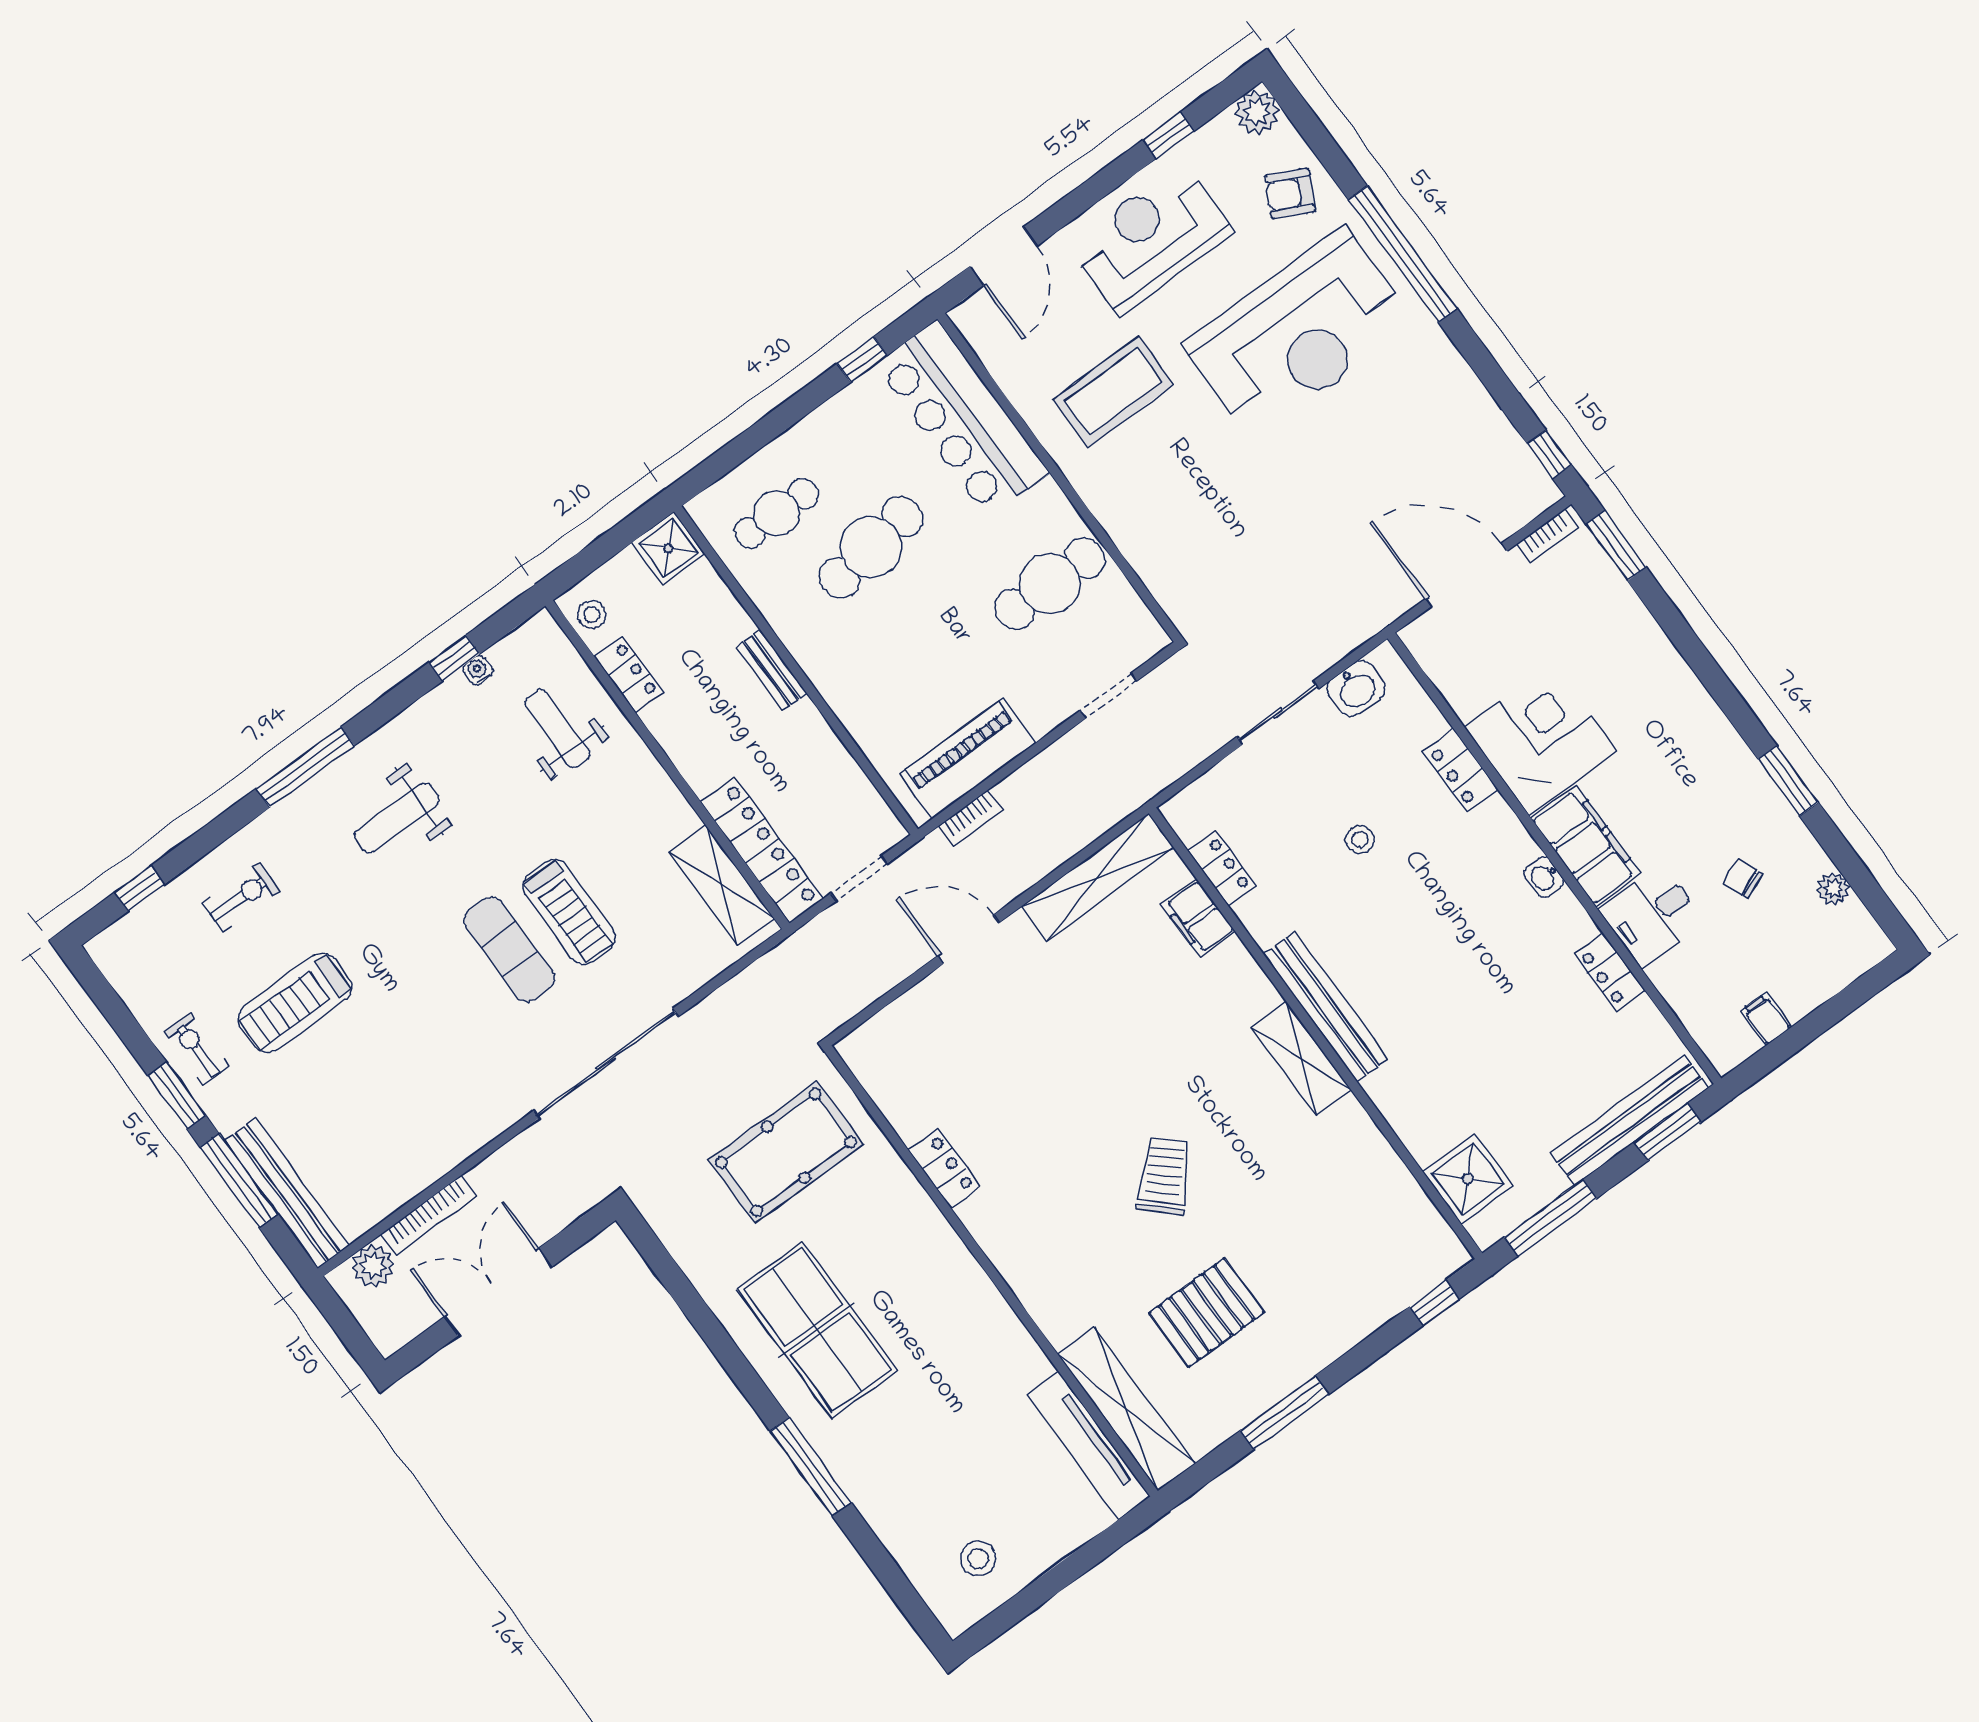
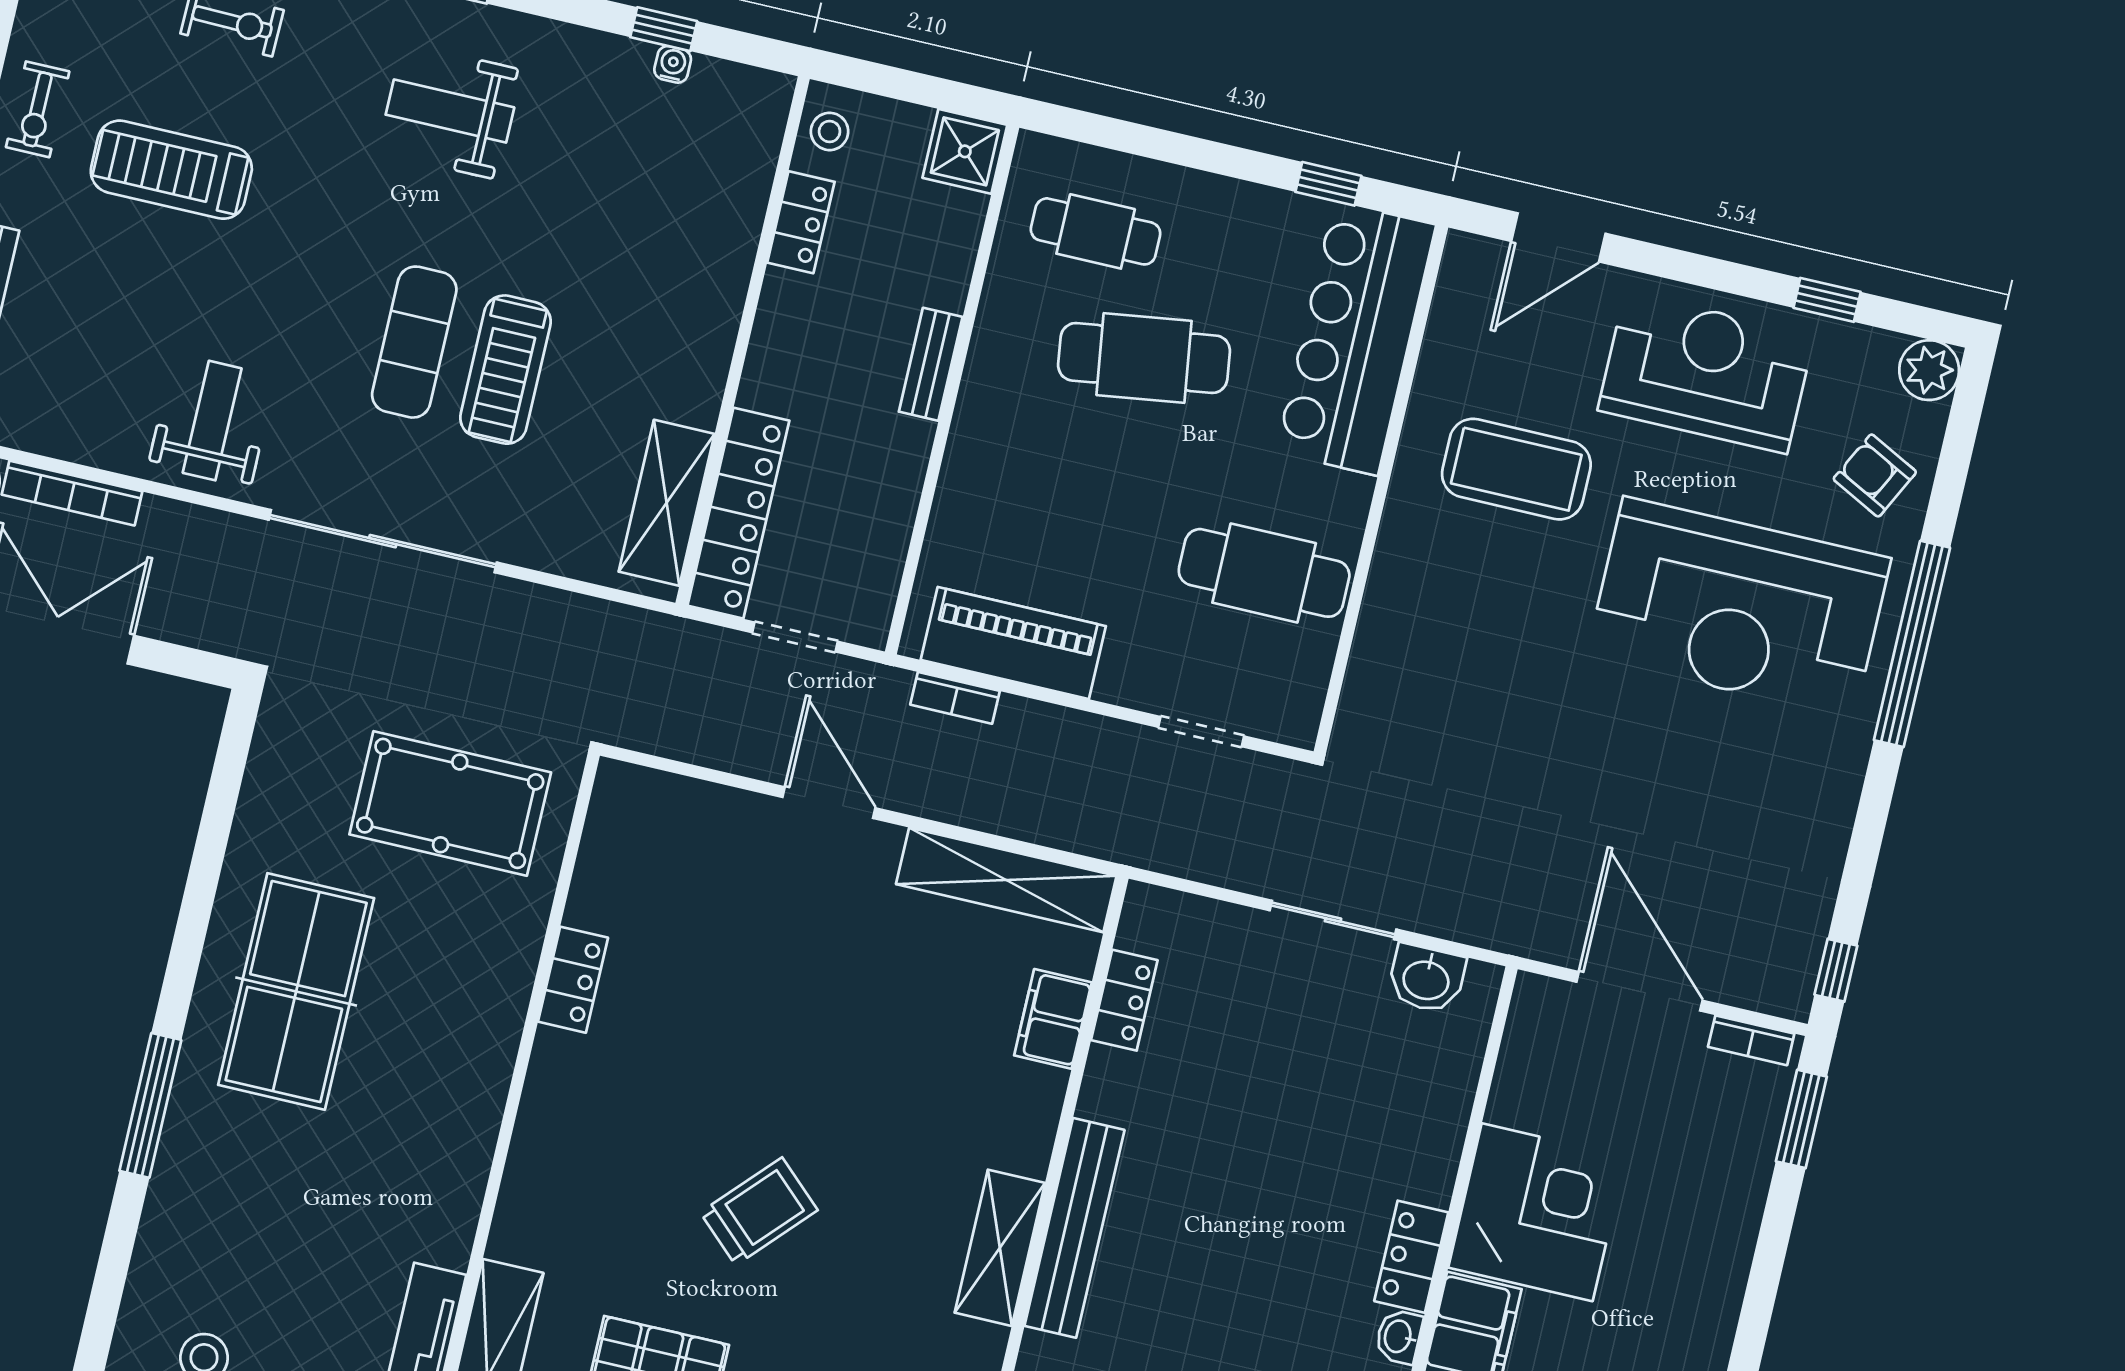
weight bench: (557, 729) -> (212, 421), moved
locker: (1460, 770) -> (1411, 1257), moved
stool: (1360, 840) -> (1275, 1116), removed
exercise bike: (197, 1049) -> (38, 109), turned 180

